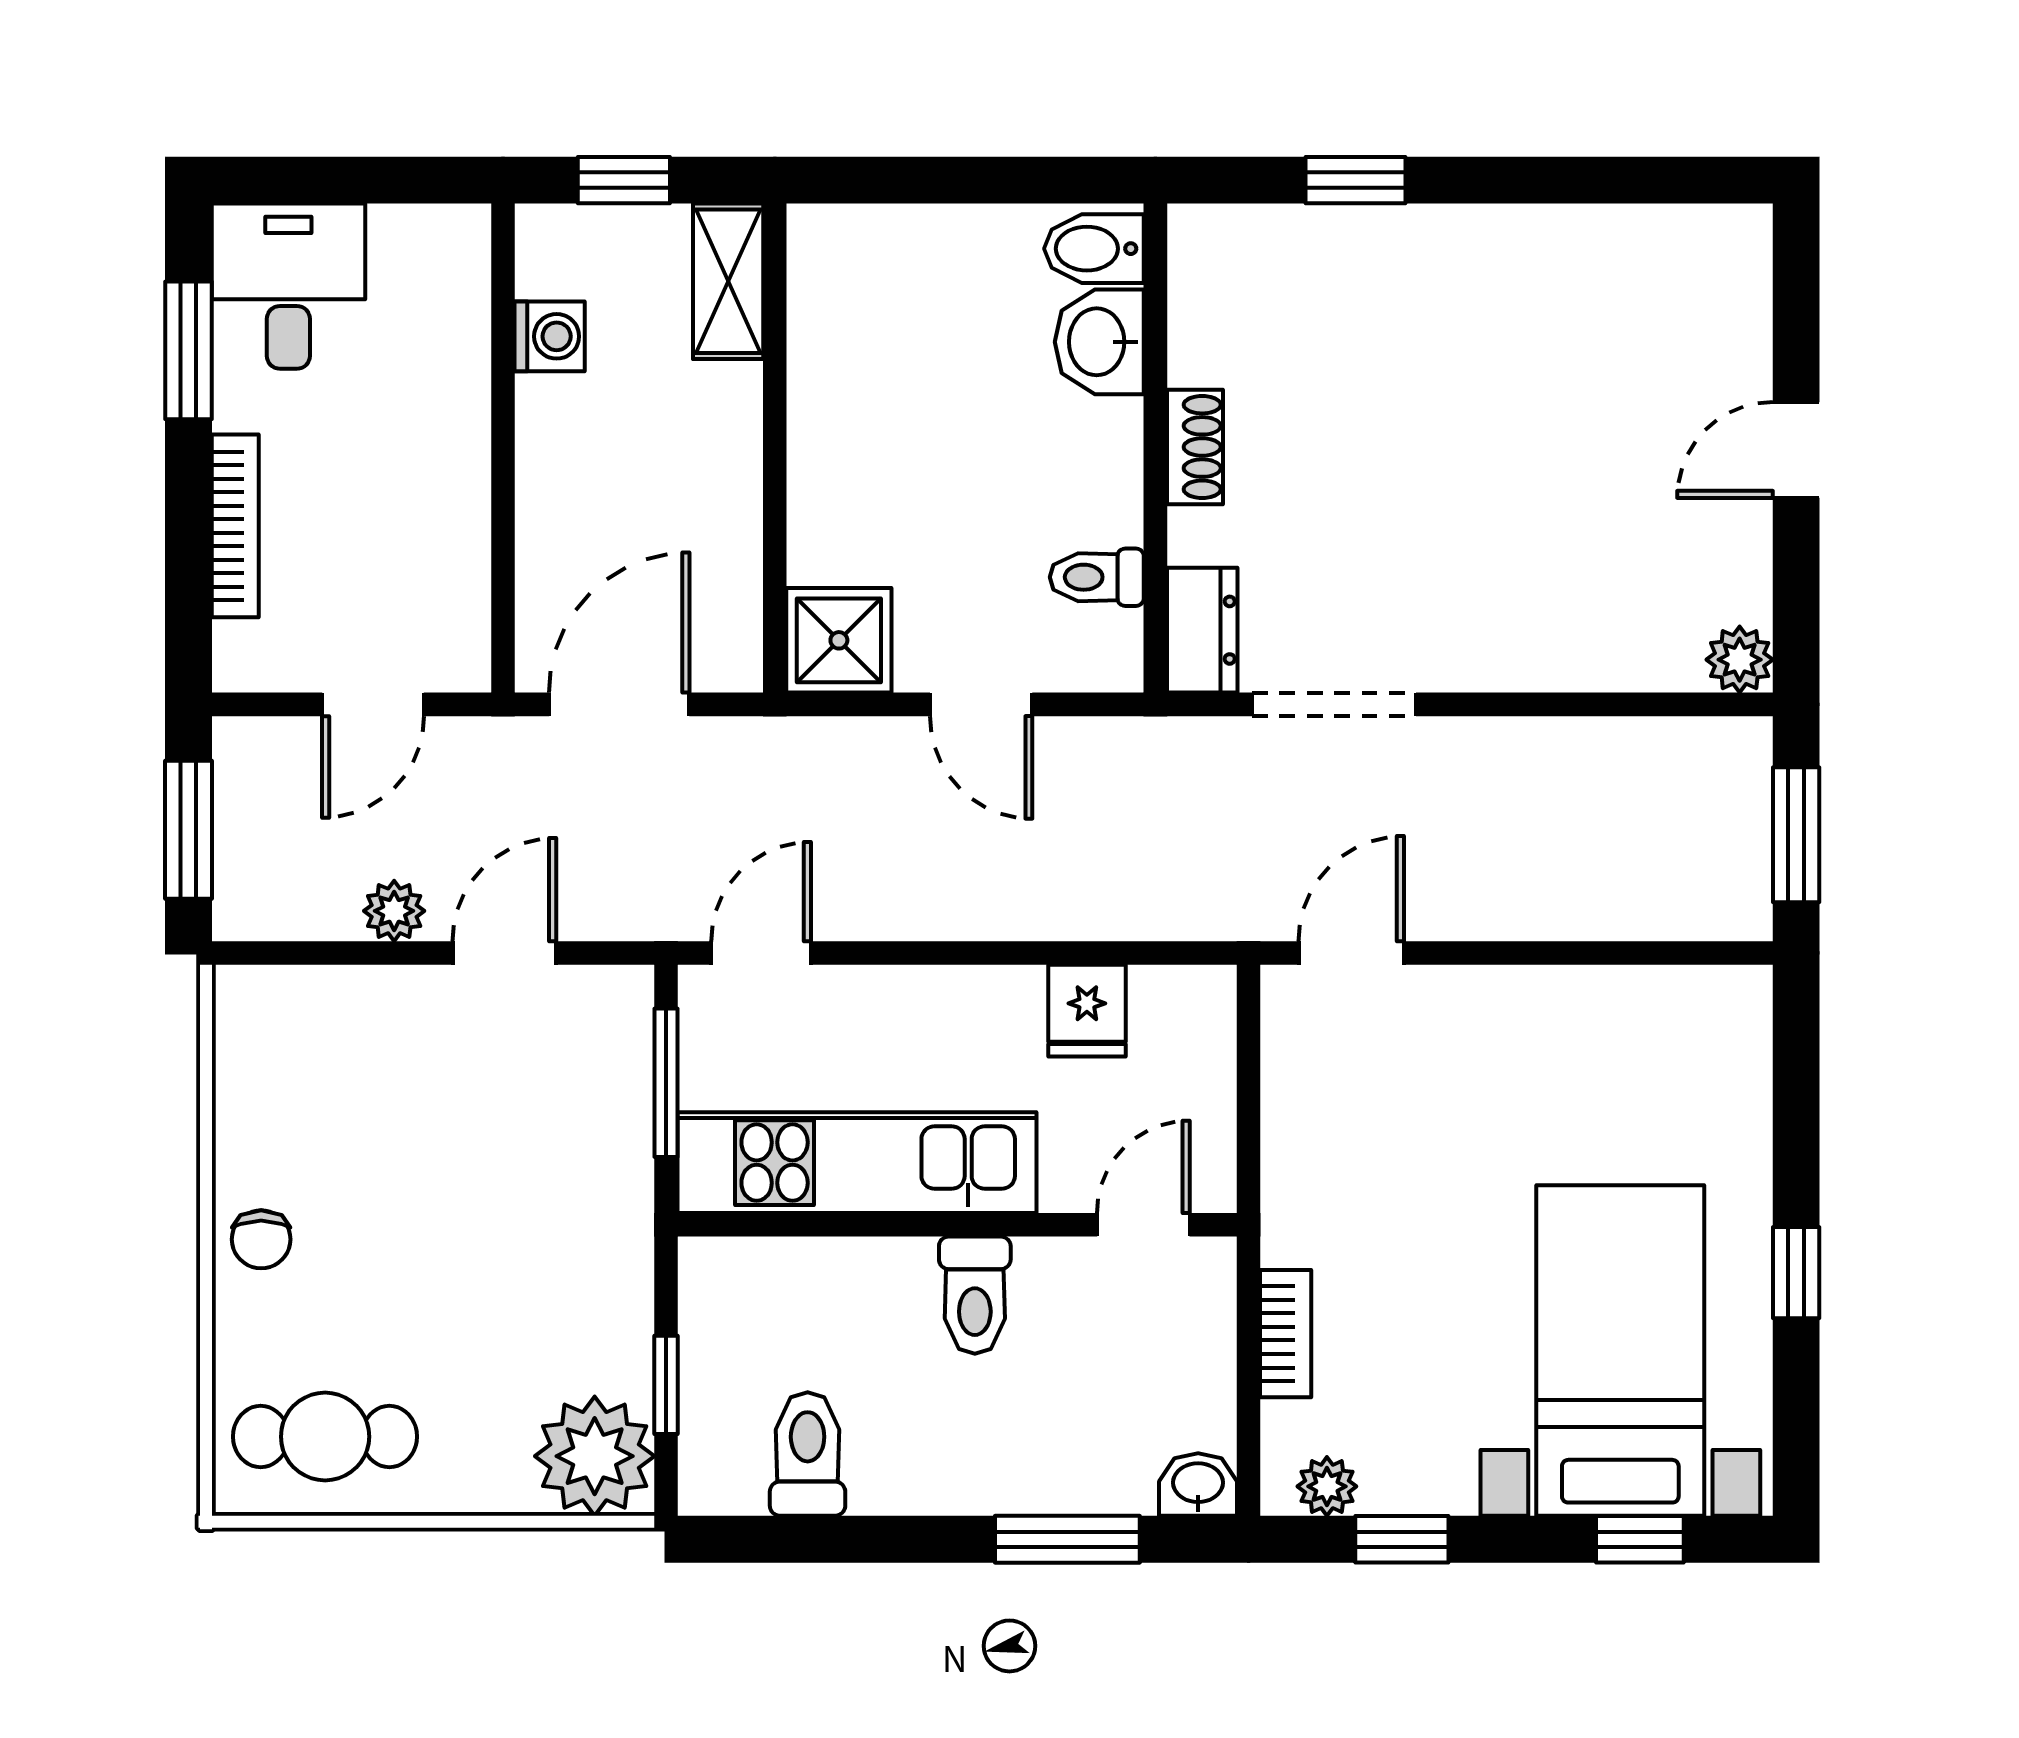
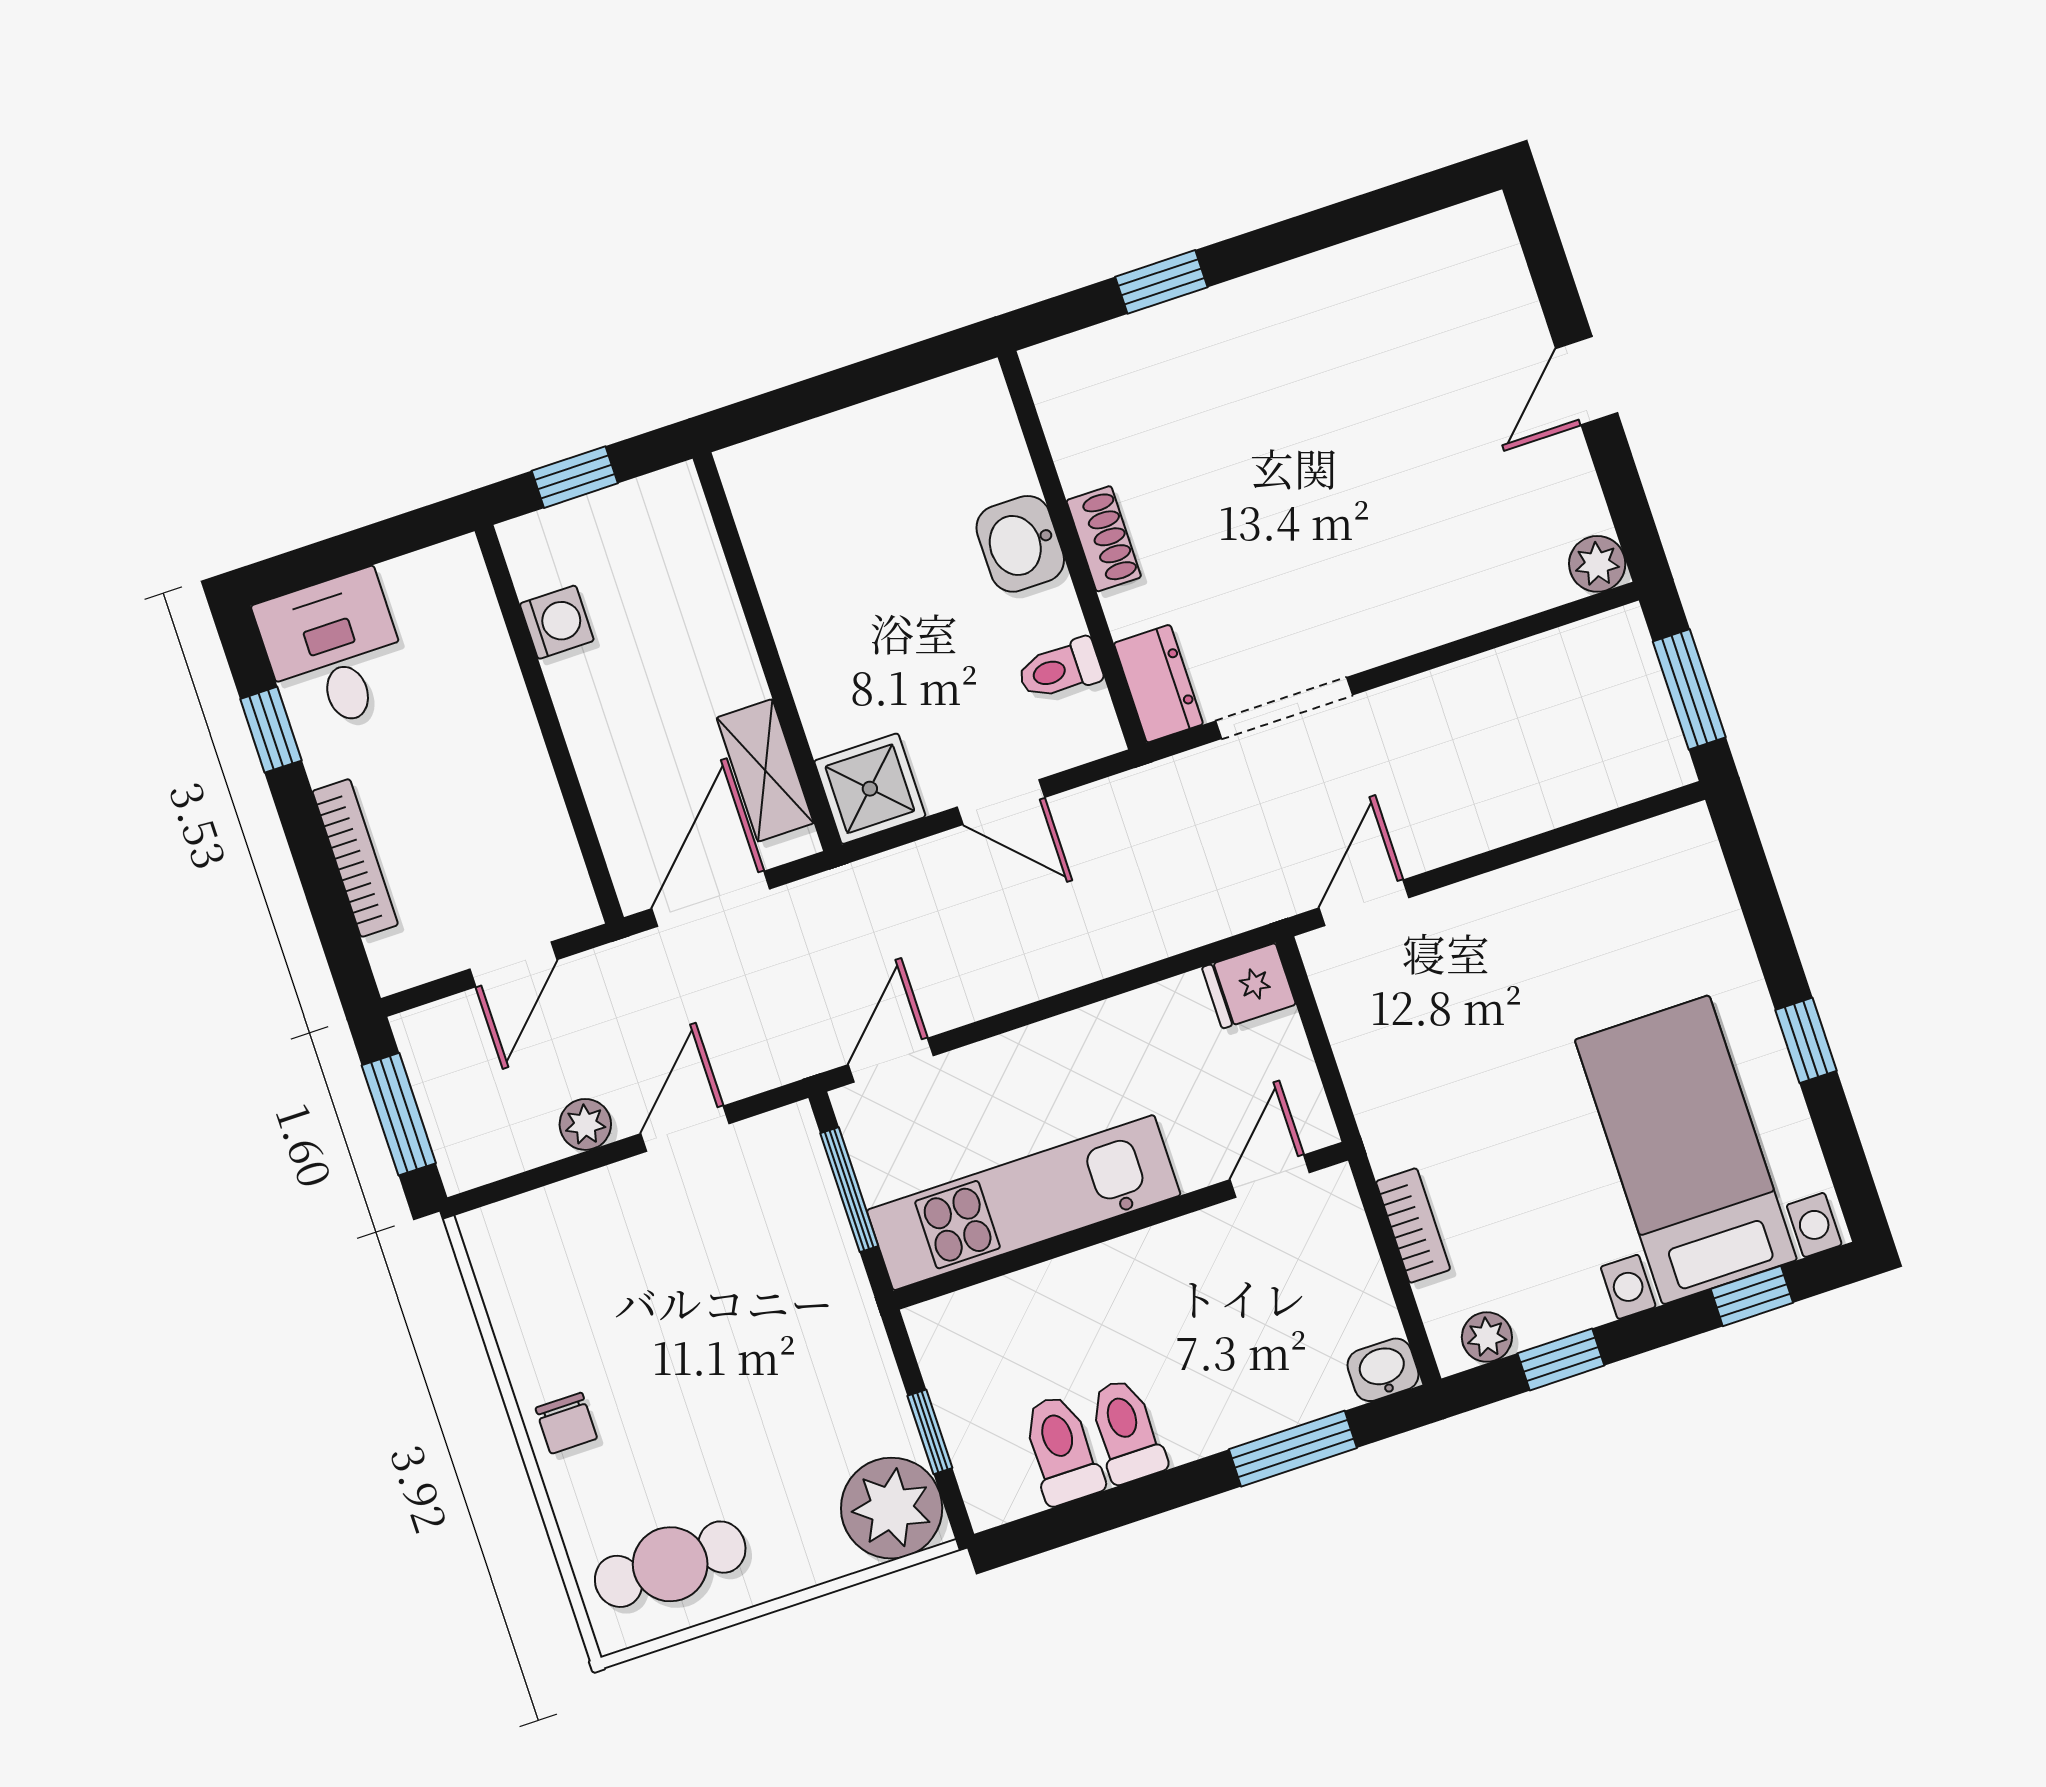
bidet: (1094, 249) -> (970, 407), removed
shelving: (728, 281) -> (765, 770), moved
washbasin: (1099, 342) -> (1020, 544), moved
window: (188, 350) -> (271, 730), width x0.67
fridge: (1087, 1011) -> (1249, 986), moved, turned 90
toilet: (975, 1295) -> (1126, 1431), moved, turned 180

